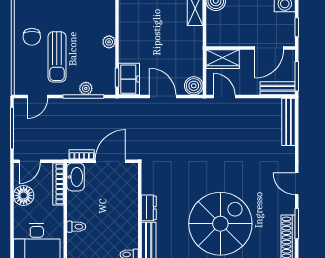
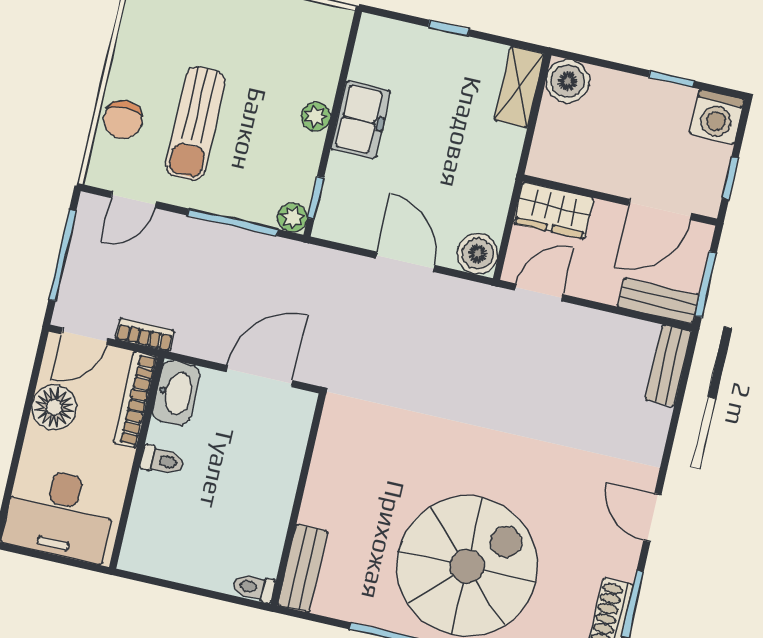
chair: (32, 37) -> (123, 120), moved
freezer: (129, 79) -> (361, 120), moved
plant: (86, 88) -> (293, 218), moved
door: (224, 97) -> (539, 292), hinge flipped
bench: (288, 122) -> (668, 366), width x0.73
bookcase: (82, 155) -> (145, 335), moved
dresser: (149, 208) -> (319, 496), removed
toilet: (76, 227) -> (162, 461), moved

